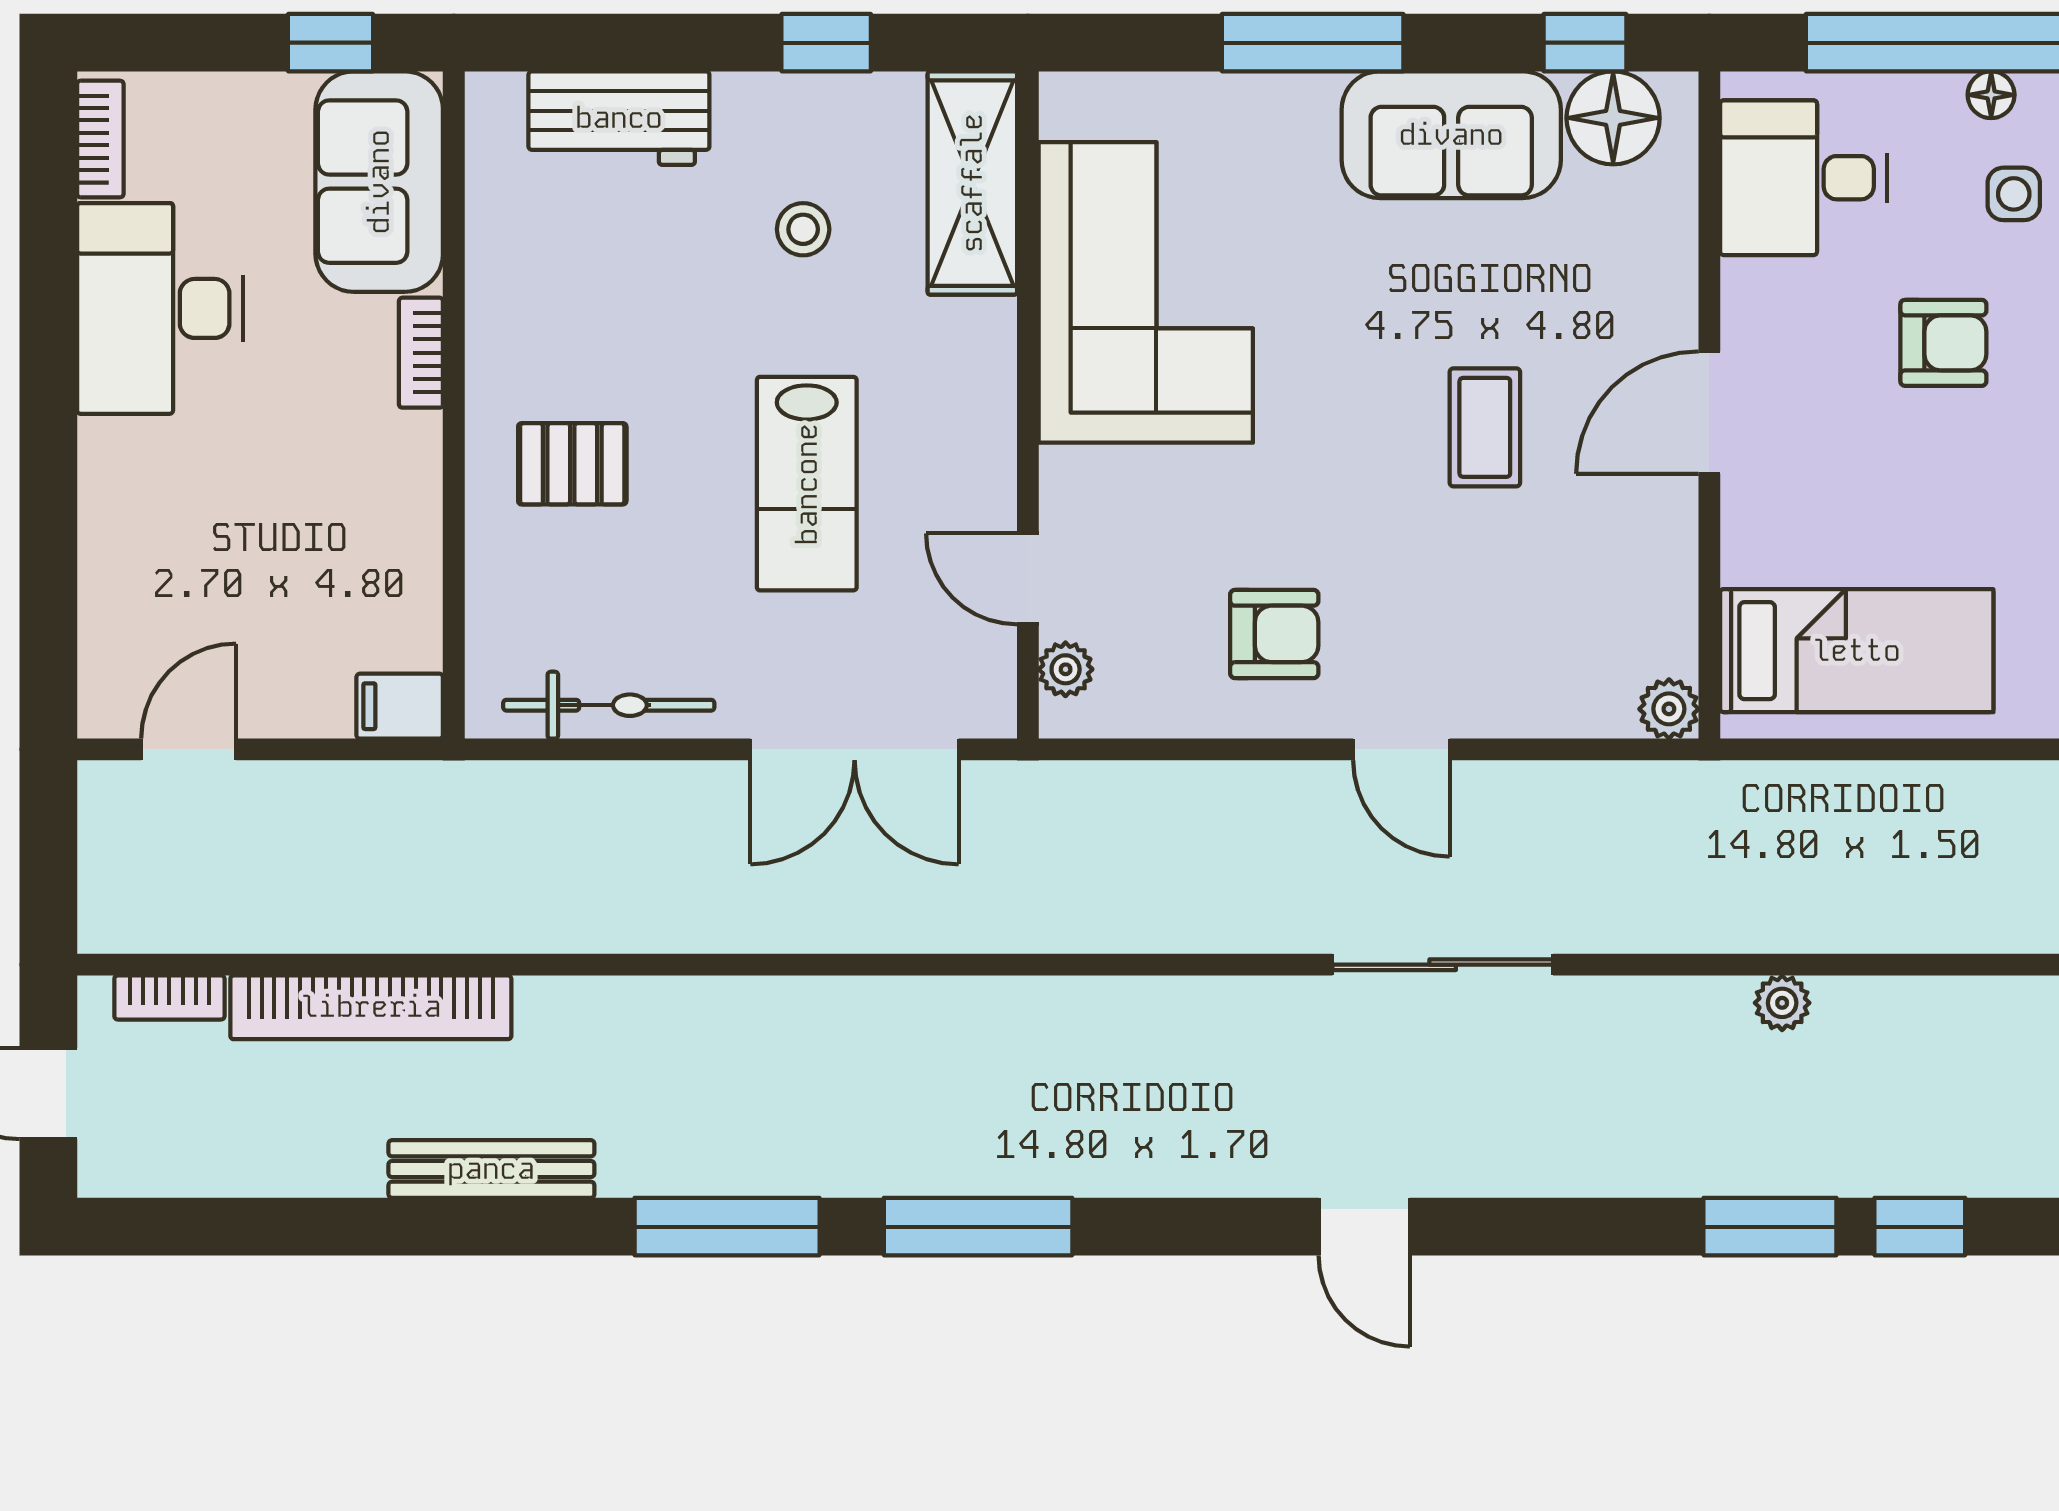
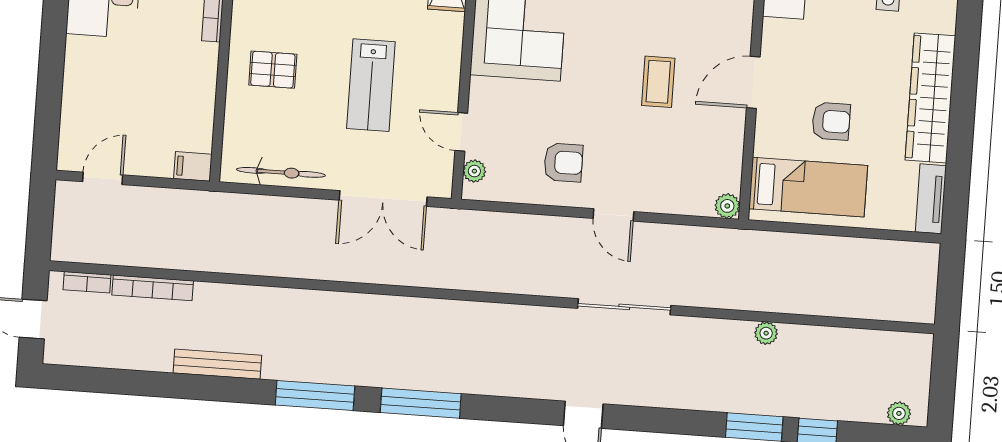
armchair: (1943, 343) -> (831, 121), moved
bookcase: (371, 1007) -> (153, 288), width x0.68, depth x0.76

